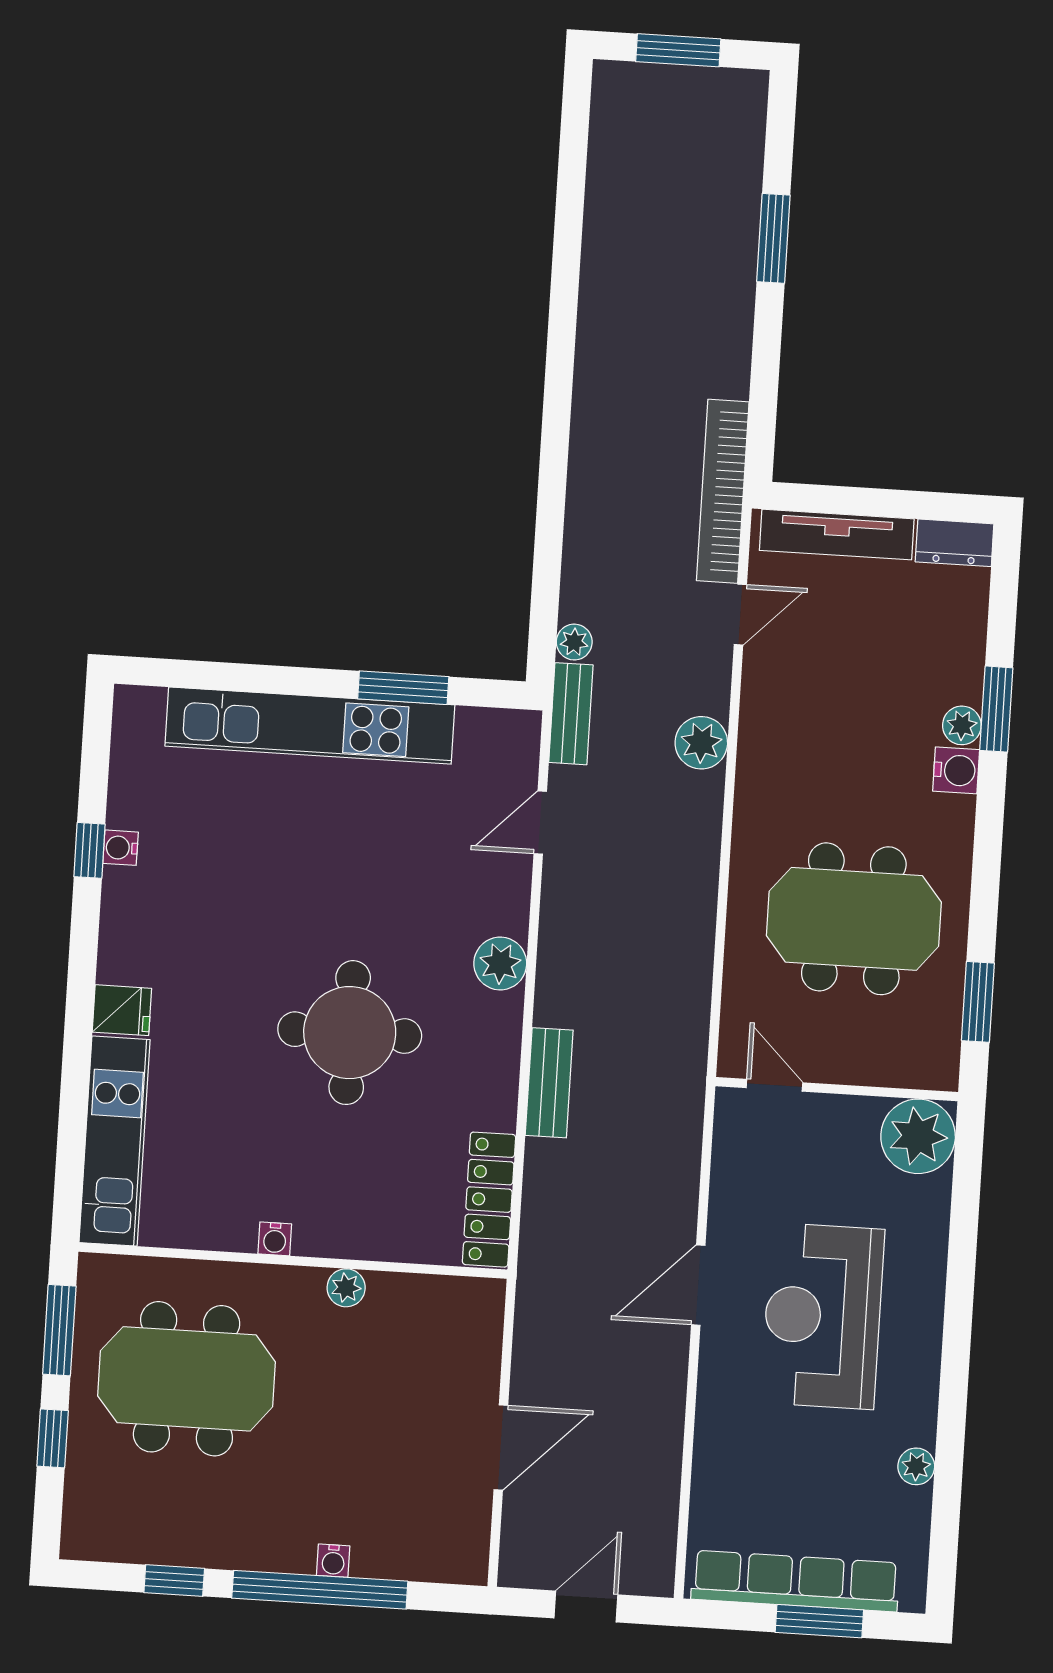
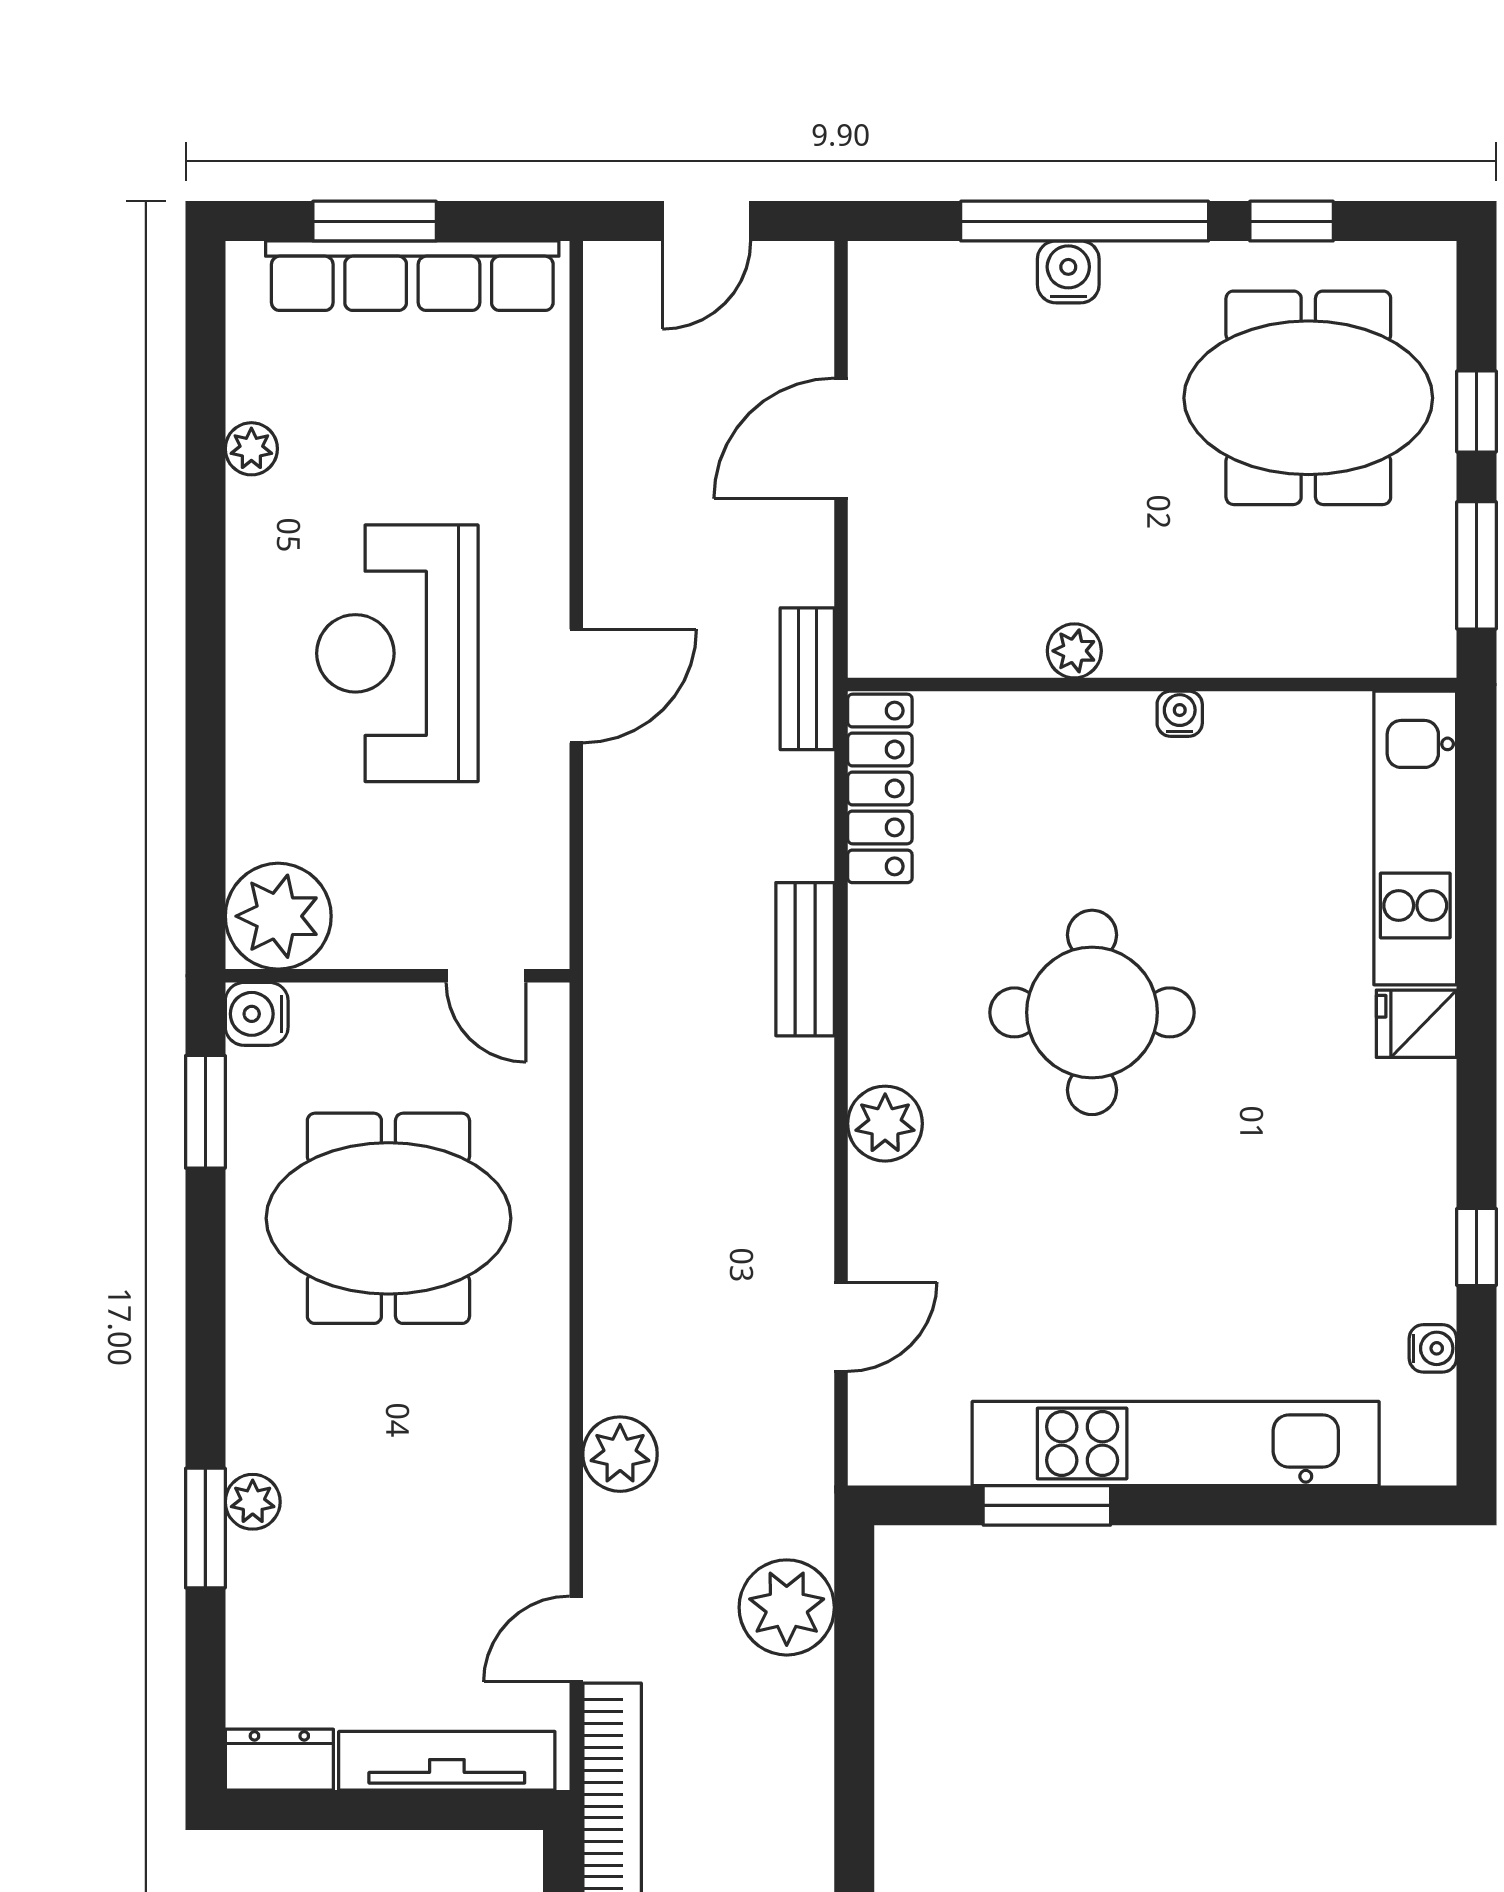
plant: (574, 642) -> (787, 1607), width x1.88, depth x1.88
bench: (571, 714) -> (807, 679), moved
water cooler: (956, 770) -> (257, 1014), moved
water cooler: (121, 848) -> (1433, 1348), moved
reception desk: (823, 1316) -> (397, 653), turned 180
meeting table: (187, 1379) -> (1308, 398), moved
water cooler: (333, 1561) -> (1068, 272), width x1.38, depth x1.38

